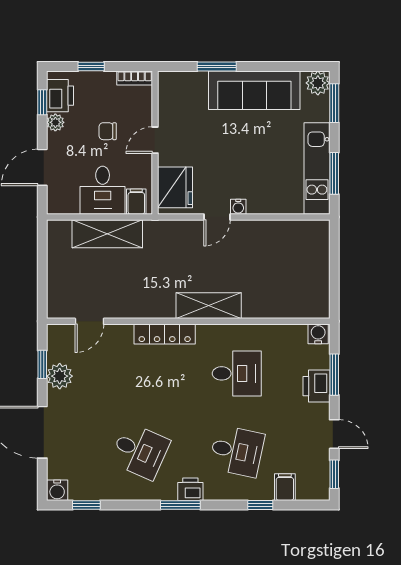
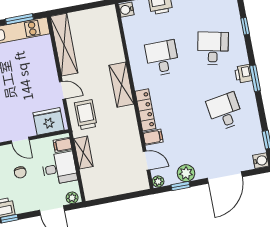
plant: (55, 122) -> (72, 198), moved
water cooler: (238, 207) -> (53, 78), removed
shelving: (284, 232) -> (64, 45), added
shelving: (107, 234) -> (83, 153), width x0.67, depth x0.75
trolley: (174, 244) -> (86, 115), added
plant: (55, 333) -> (158, 181), added
desk: (140, 451) -> (225, 112), turned -33
filing cabinet: (285, 487) -> (153, 137), moved, turned 180

